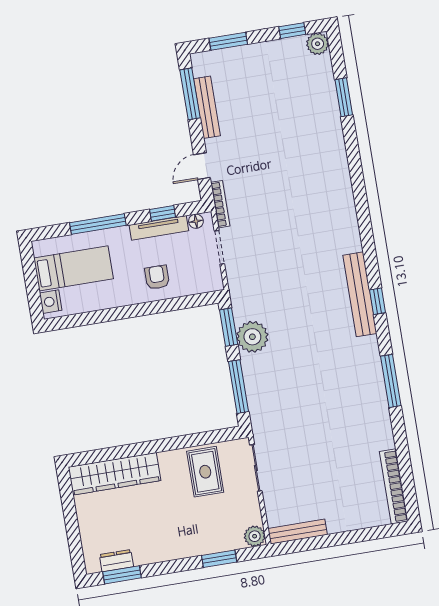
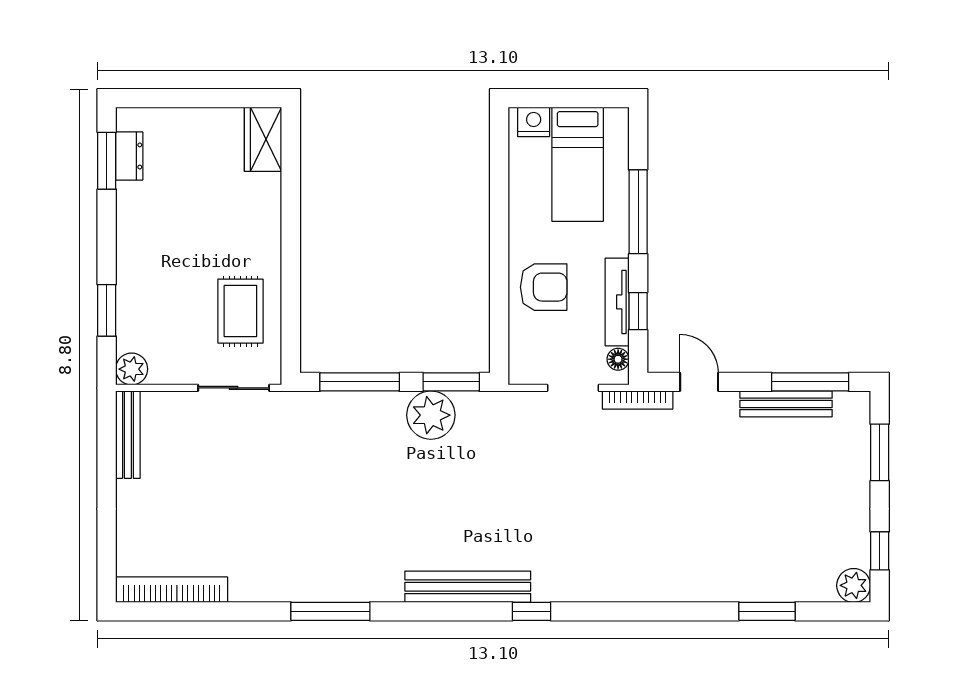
armchair: (157, 277) -> (544, 287), width x1.38, depth x1.38
window: (378, 301) -> (531, 611), moved
rug: (205, 472) -> (240, 311), turned 90
wardrobe: (115, 474) -> (263, 139), width x0.48, depth x0.85

